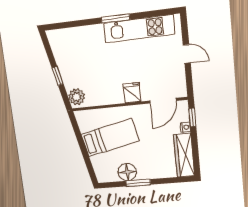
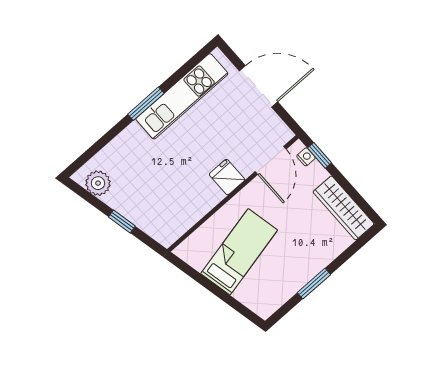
door: (187, 54) -> (259, 86), width x1.87
plant: (77, 97) -> (98, 183), moved
nightstand: (185, 127) -> (306, 157), moved
floor lamp: (127, 172) -> (291, 280), removed

